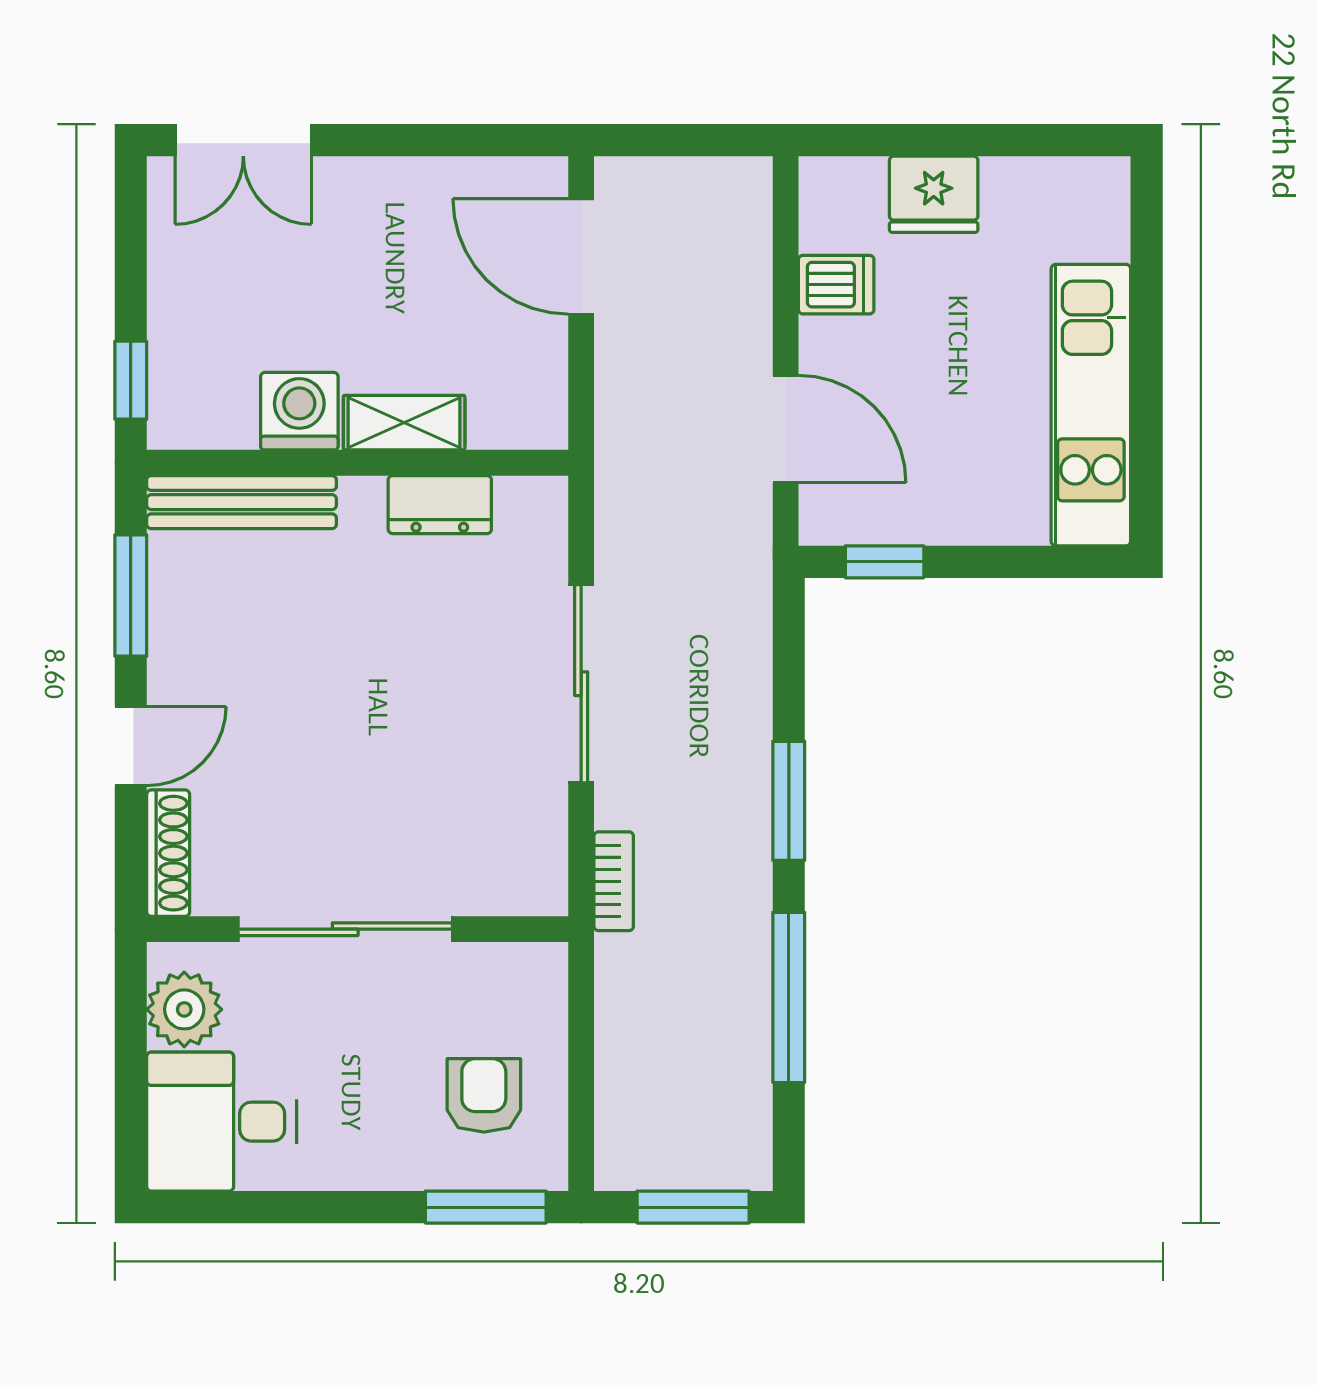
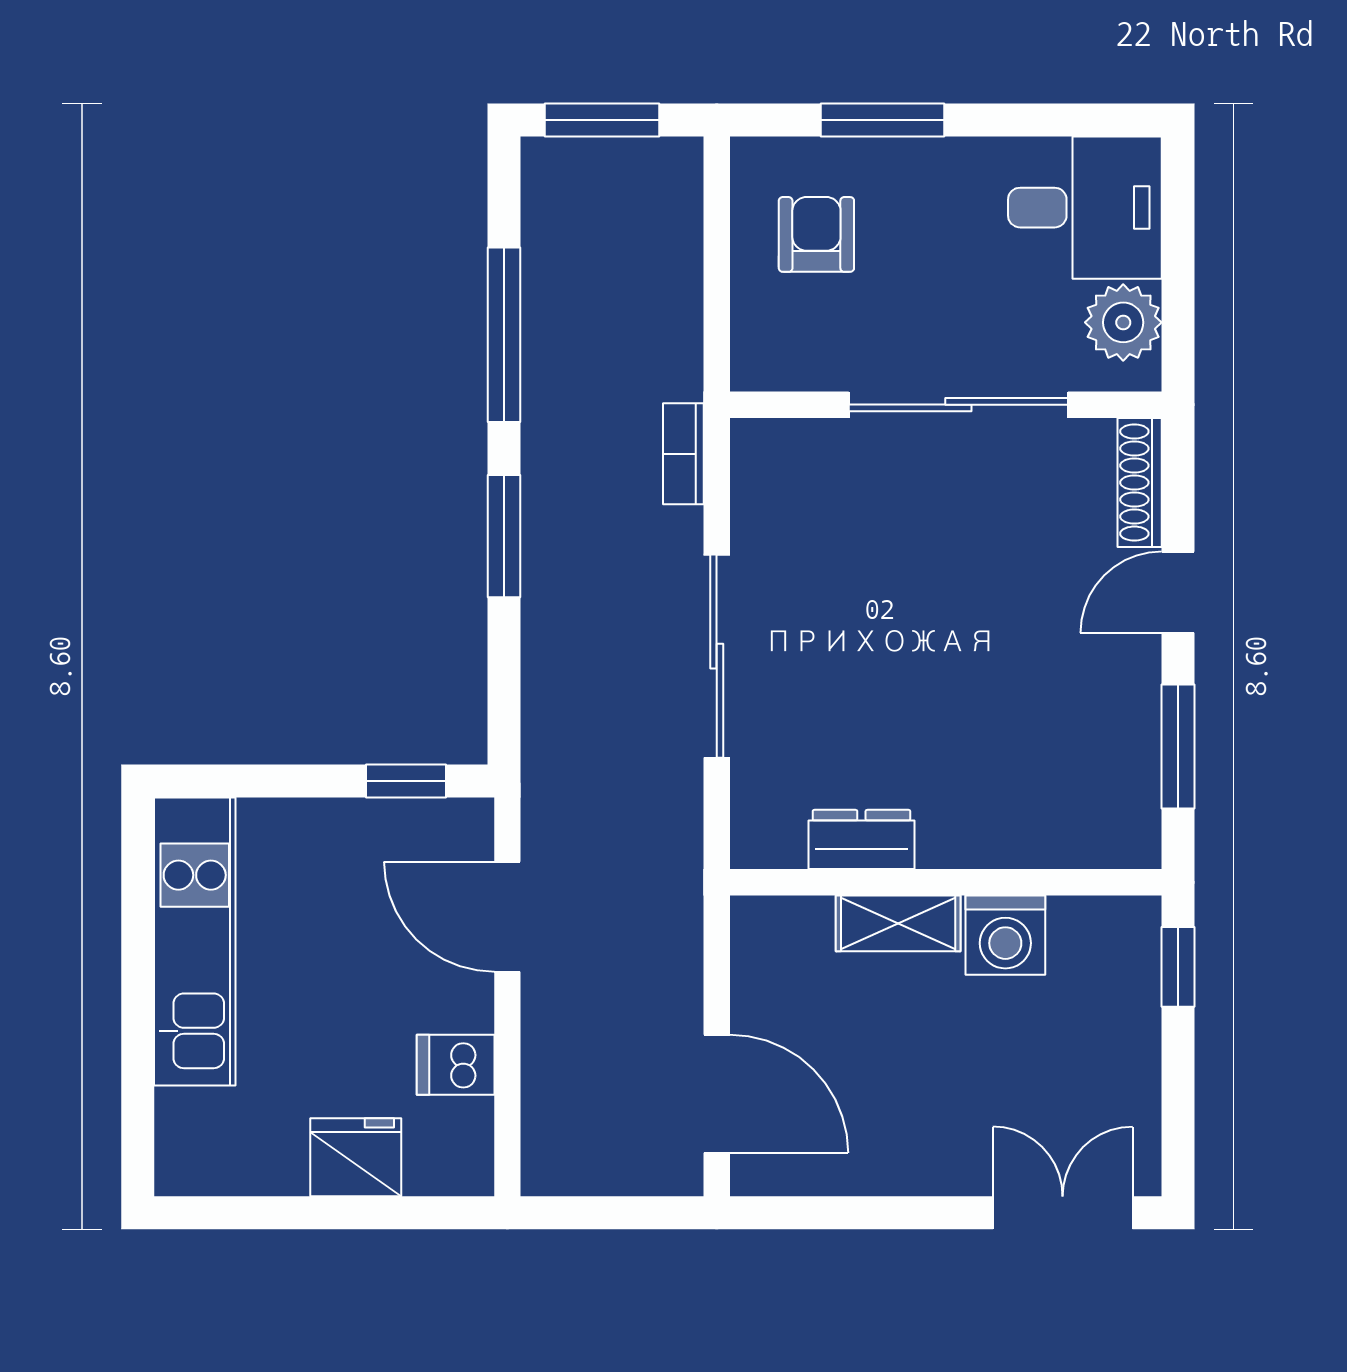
bench: (242, 502) -> (1065, 842), removed
armchair: (484, 1095) -> (816, 234), turned 180
window: (486, 1207) -> (882, 120), moved

